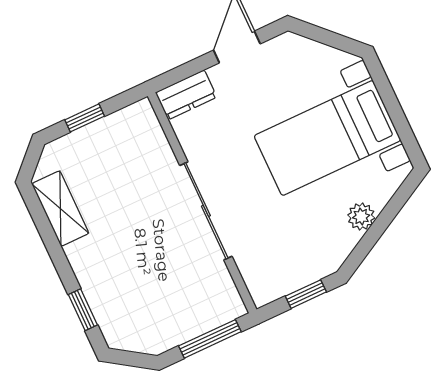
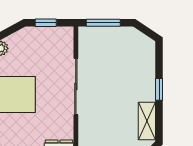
window: (83, 310) -> (159, 89), moved

